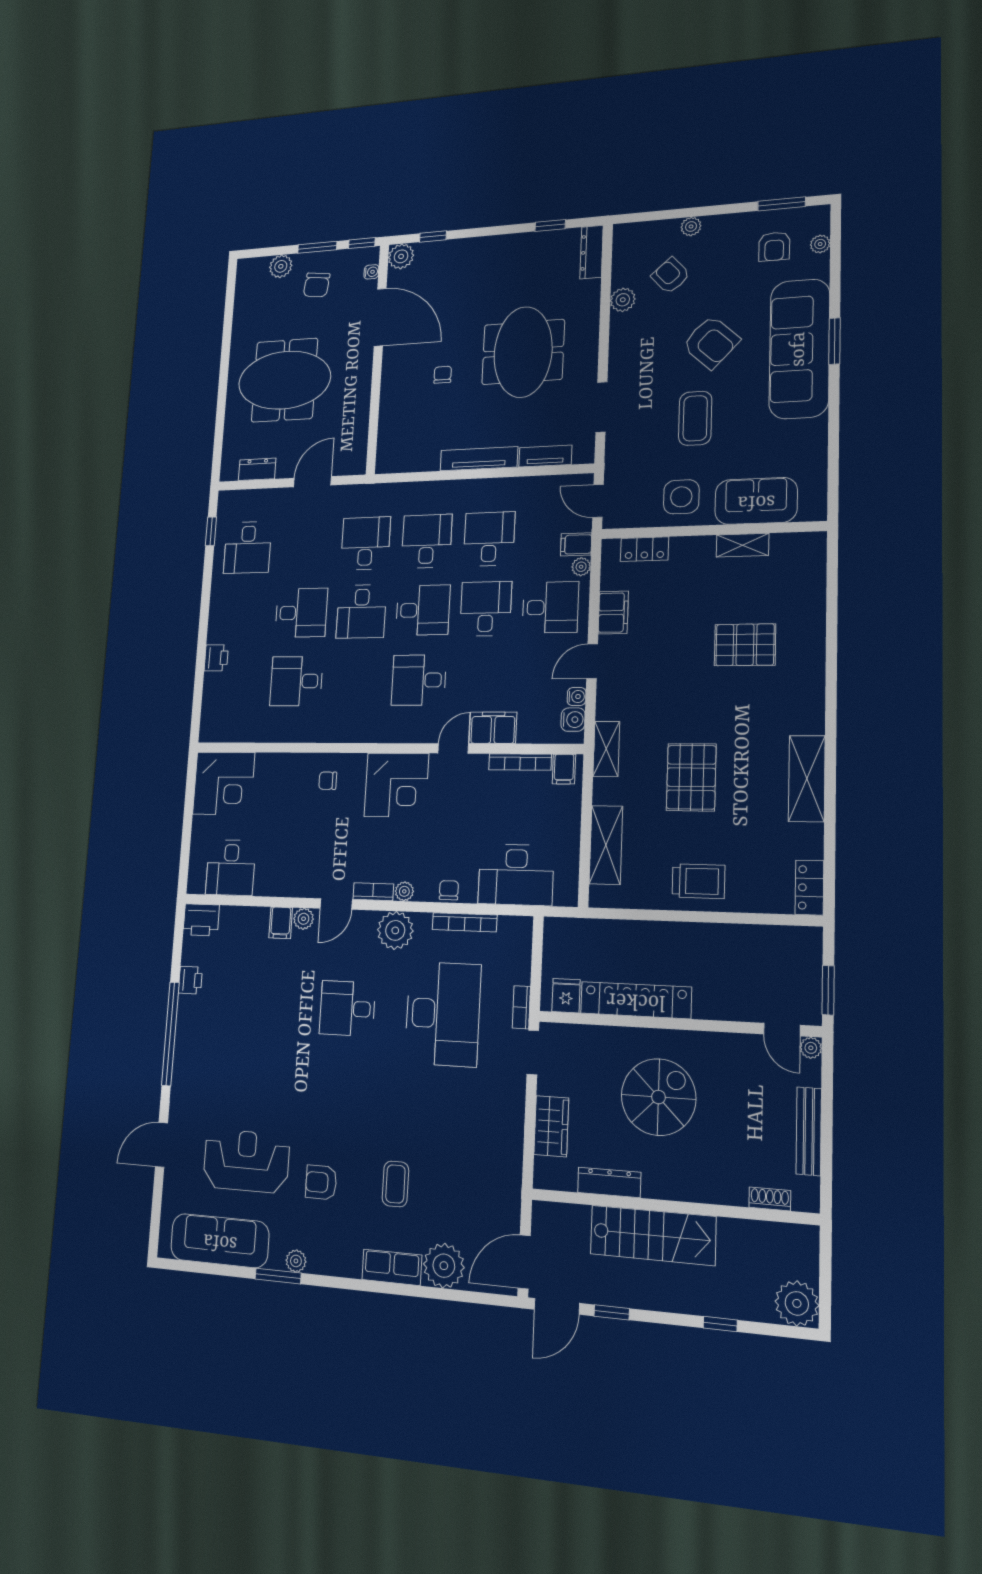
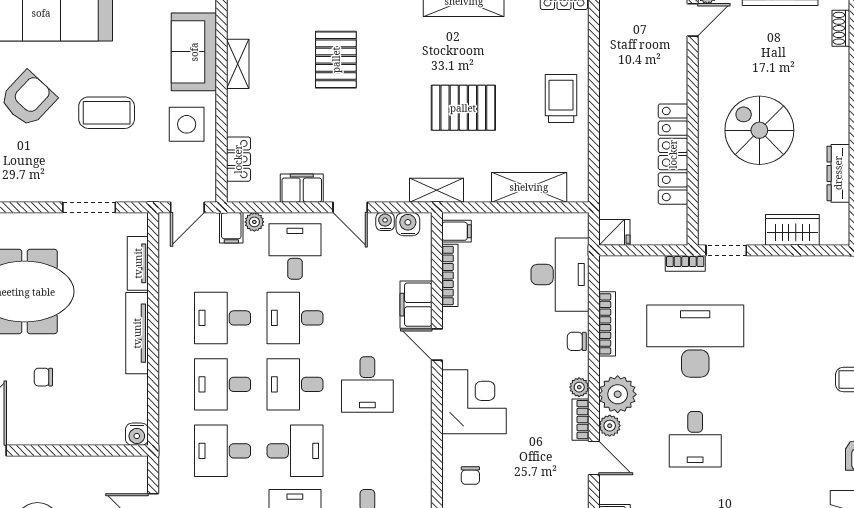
water cooler: (386, 463) -> (137, 434), added
desk: (423, 610) -> (295, 384), turned -90
plant: (304, 919) -> (610, 426), moved
fridge: (566, 996) -> (614, 232), moved, turned 180

